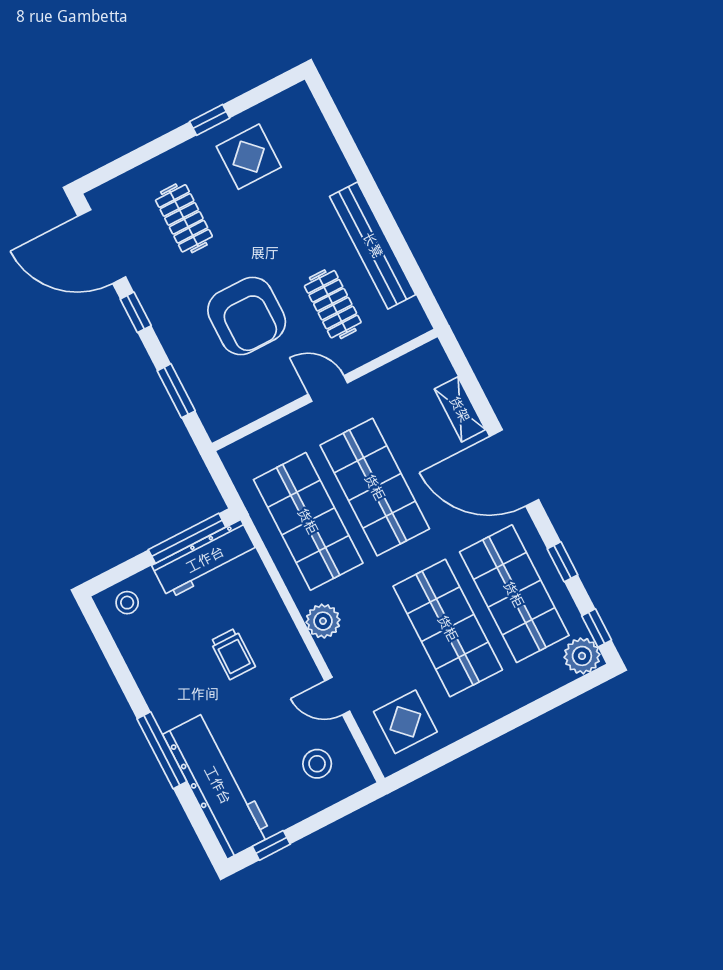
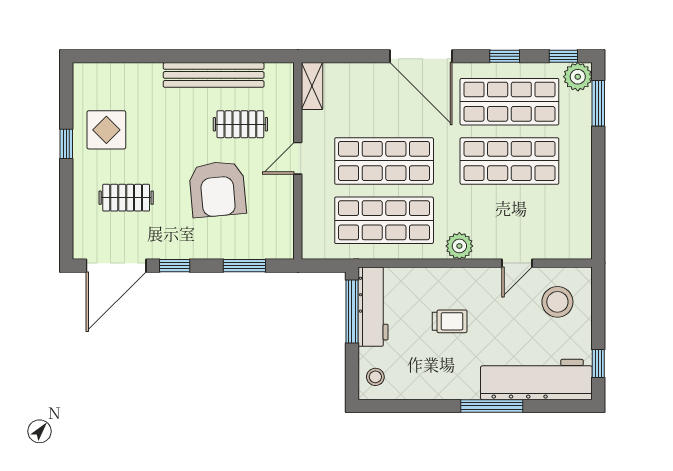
armchair: (247, 316) -> (217, 189), turned 85
shelving: (460, 409) -> (312, 86), moved, turned 90
door: (514, 468) -> (421, 56), hinge flipped
window: (564, 694) -> (598, 103), added
display table: (405, 722) -> (560, 225), removed
stool: (317, 764) -> (557, 302), width x1.38, depth x1.38

